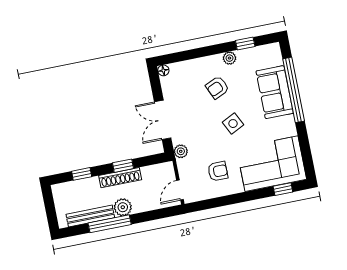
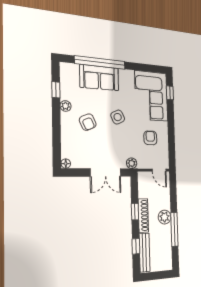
bench: (90, 216) -> (145, 253), moved

